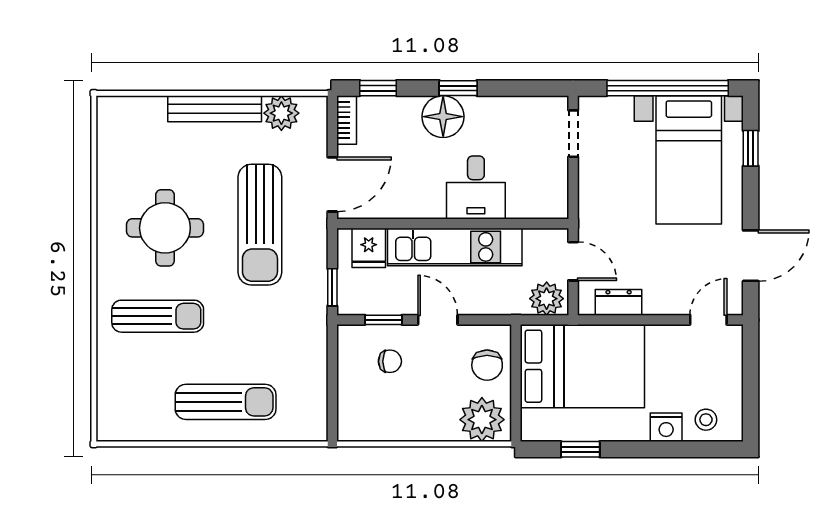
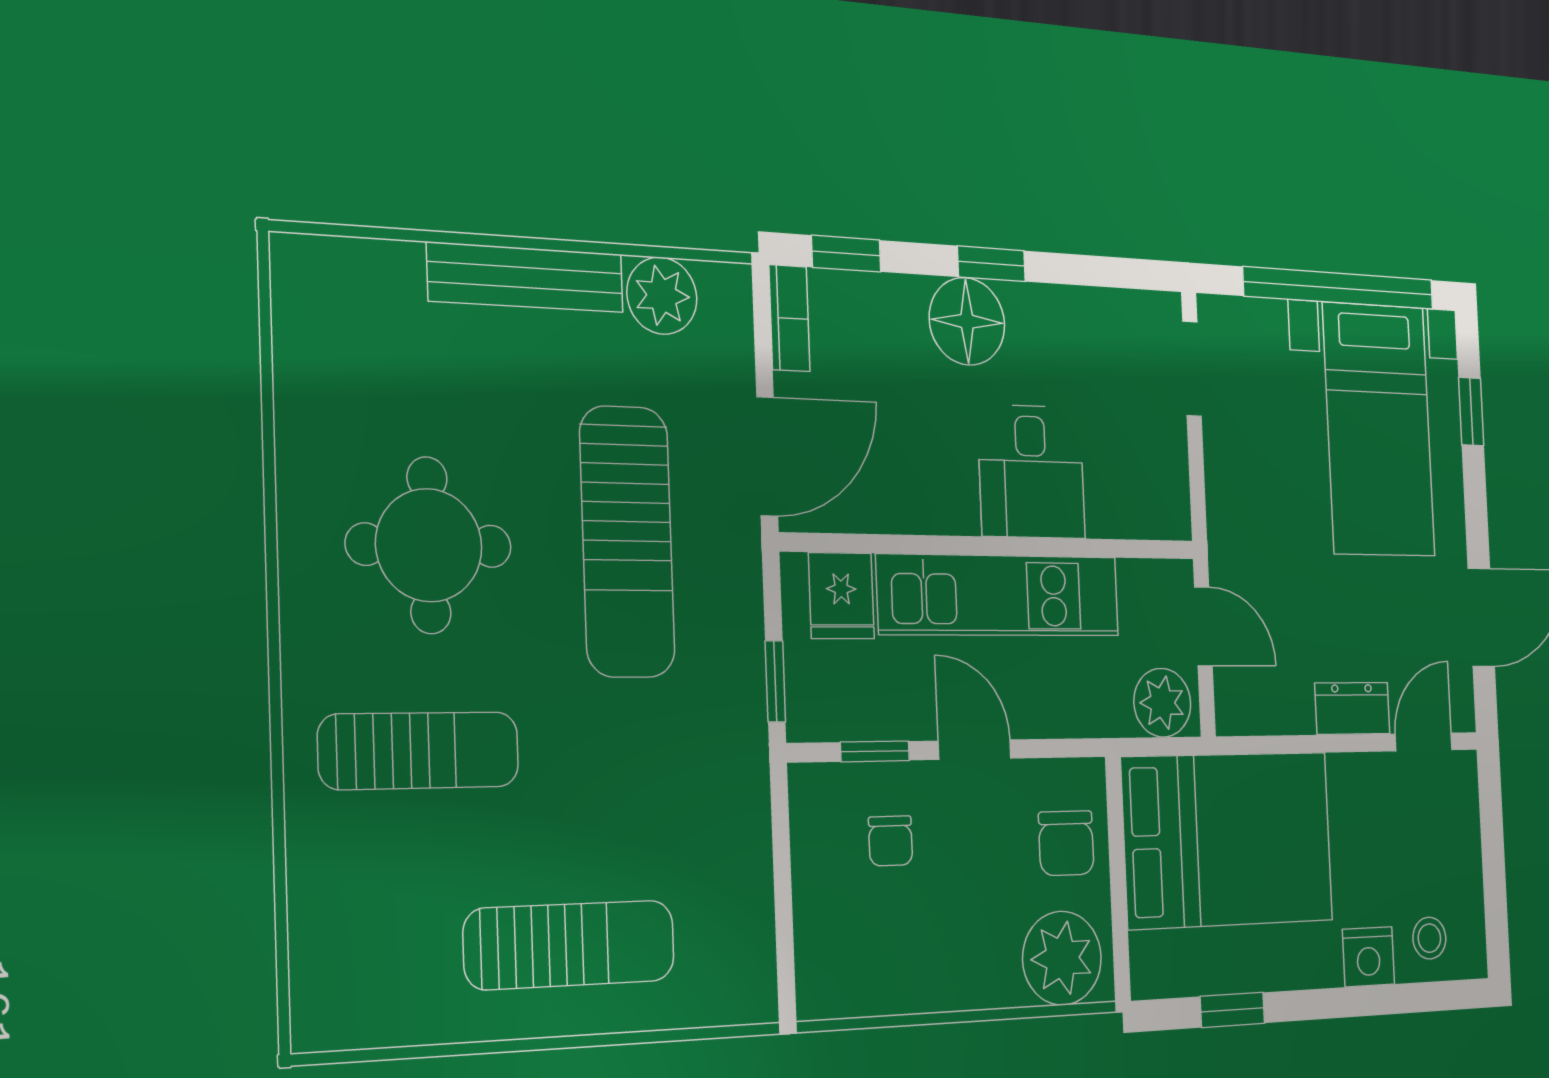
dresser: (619, 302) -> (1352, 708), moved
chair: (390, 361) -> (891, 841), turned 90

